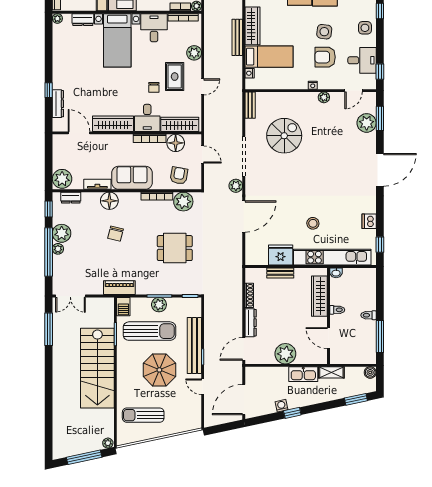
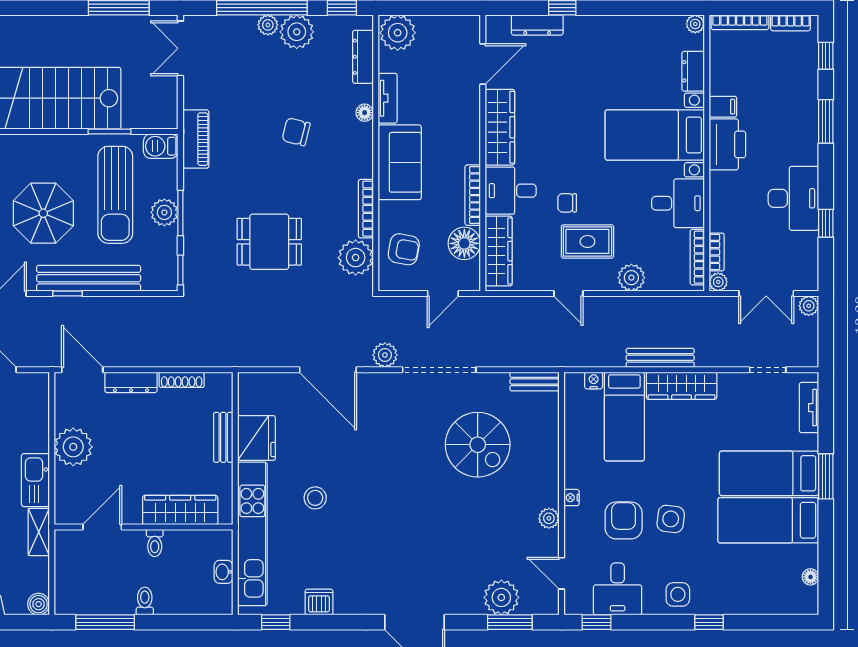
dresser: (71, 198) -> (363, 57), width x1.44
floor lamp: (109, 201) -> (365, 113), width x0.53, depth x0.53
dining table: (175, 248) -> (269, 242), turned 90
washbasin: (336, 273) -> (223, 572), moved

